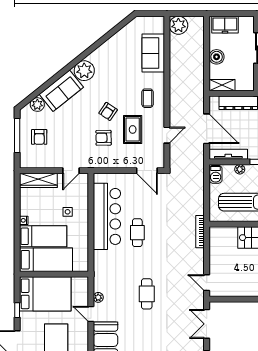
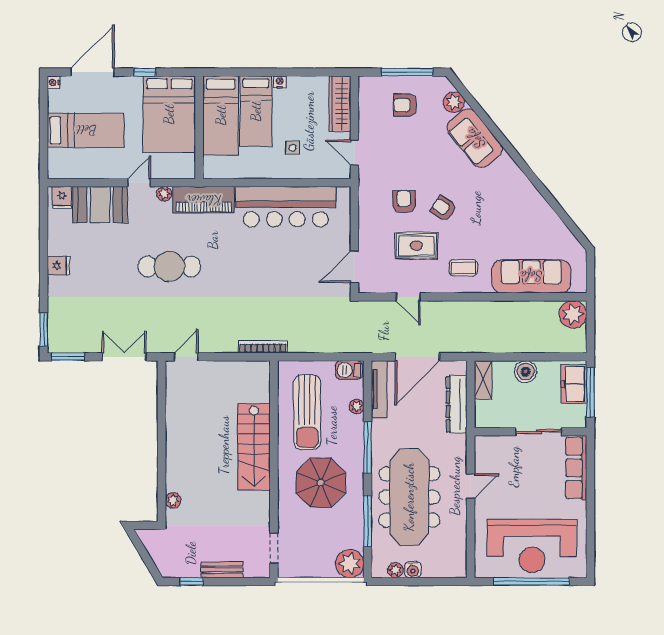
window: (230, 14) -> (590, 392), added
sofa: (153, 53) -> (531, 276), width x1.36
plant: (84, 71) -> (505, 173), removed
cafe table: (137, 233) -> (261, 253), removed
piano: (102, 271) -> (204, 200), added
cafe table: (147, 294) -> (169, 267), width x1.37, depth x1.35

